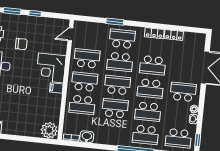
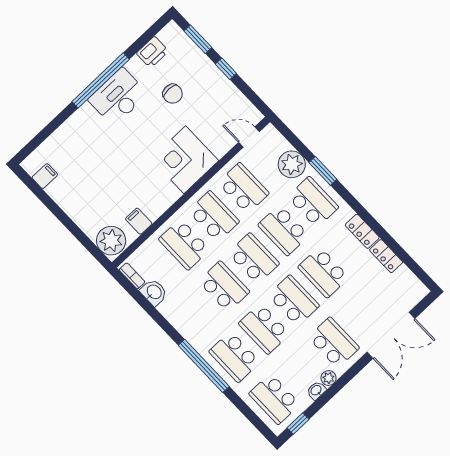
plant: (99, 30) -> (292, 164), added
filing cabinet: (56, 88) -> (139, 221), moved
school desk: (150, 88) -> (294, 300), turned 180

